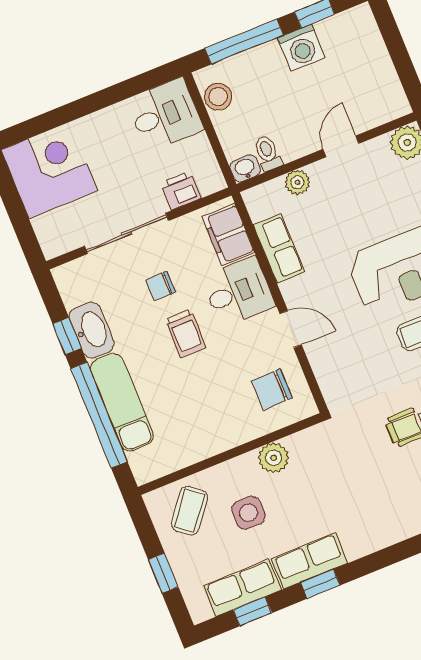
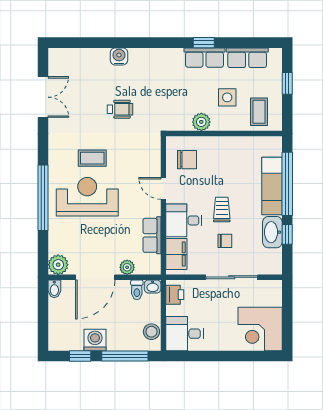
bidet: (398, 102) -> (54, 289), added
door: (341, 146) -> (95, 277), width x1.88
printer: (181, 190) -> (175, 295), moved, turned -90
coffee table: (189, 511) -> (259, 112), turned -38
window: (252, 611) -> (247, 43), removed

